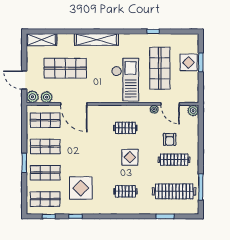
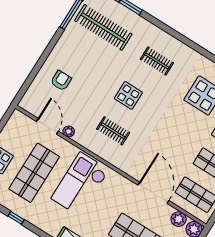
plant: (193, 111) -> (27, 103), removed
armchair: (170, 139) -> (61, 81), moved
clothes rail: (174, 160) -> (81, 62), removed

